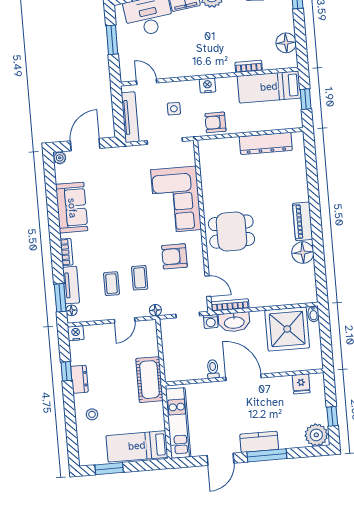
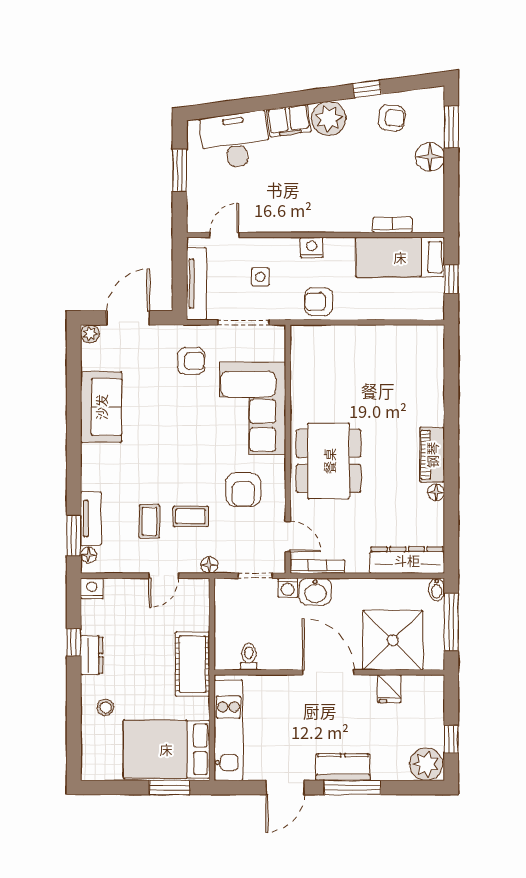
floor lamp: (286, 43) -> (430, 157), moved
bookcase: (249, 66) -> (392, 225), moved
door: (147, 82) -> (224, 235), hinge flipped
dresser: (266, 143) -> (407, 560), moved, turned 180
armchair: (131, 171) -> (191, 361), added
dining table: (231, 232) -> (329, 461), width x1.38
bookcase: (67, 252) -> (88, 470), removed
floor lamp: (303, 253) -> (436, 492), width x0.53, depth x0.53
armchair: (174, 256) -> (243, 490), turned -90
coffee table: (140, 278) -> (191, 516), turned 90
washbasin: (234, 322) -> (315, 592), width x0.72
shower: (287, 329) -> (393, 640), moved
window: (325, 336) -> (451, 622), added
toilet: (213, 369) -> (249, 657), moved
fridge: (301, 384) -> (389, 689), moved
bed: (137, 446) -> (166, 749), width x1.50
window: (109, 469) -> (170, 788), moved

